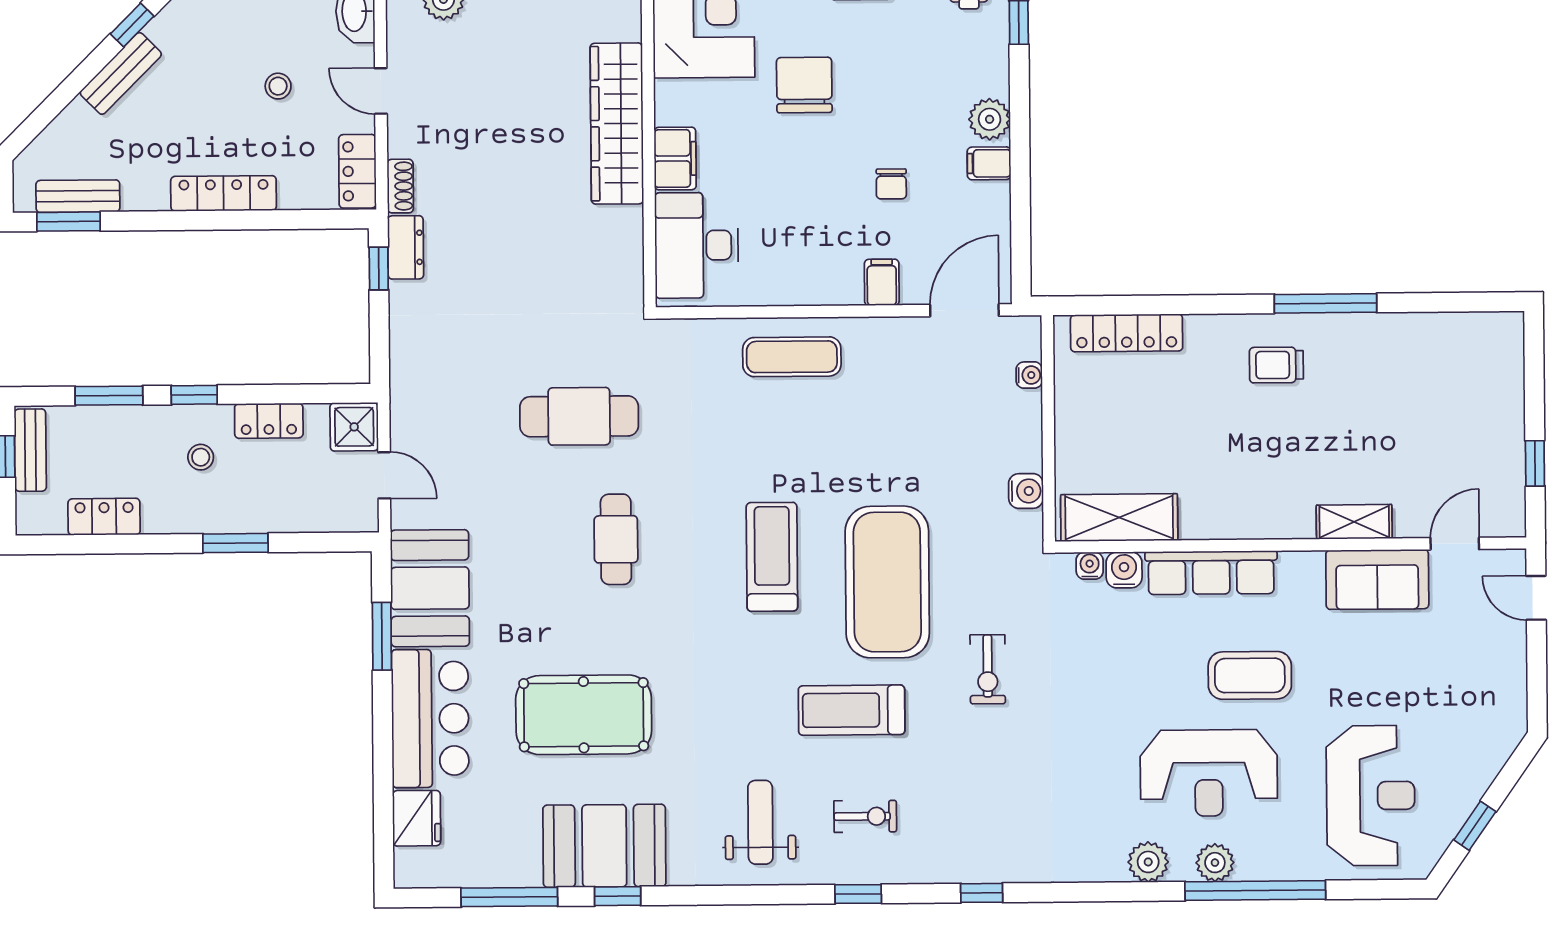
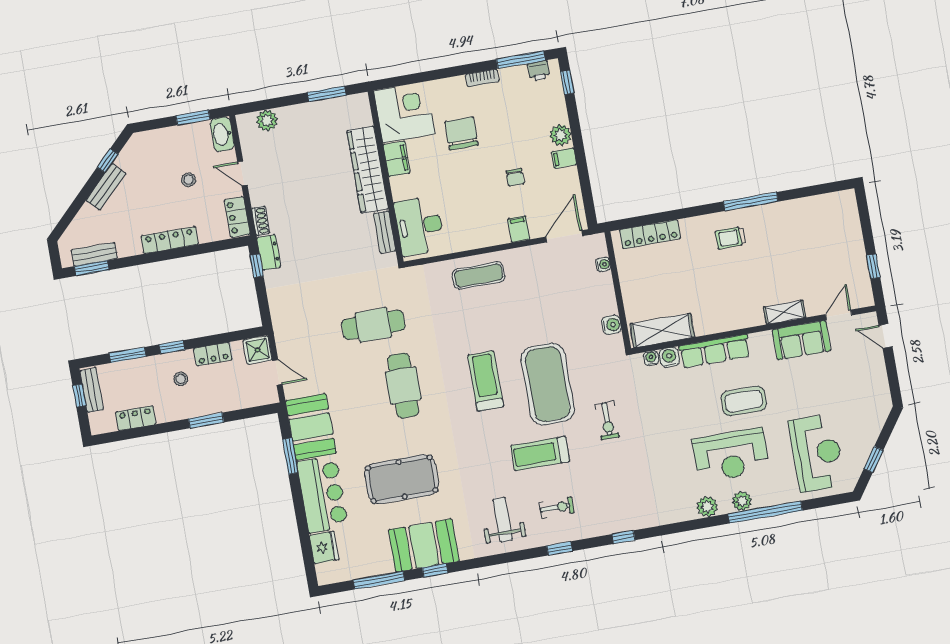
filing cabinet: (675, 159) -> (397, 159), moved
bench: (629, 246) -> (384, 232), added
cafe table: (616, 539) -> (403, 385), width x1.37, depth x1.35

